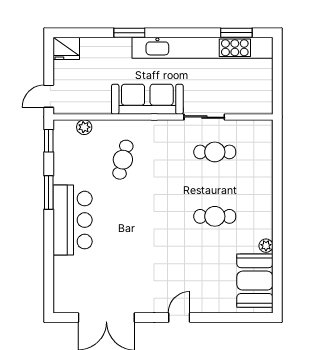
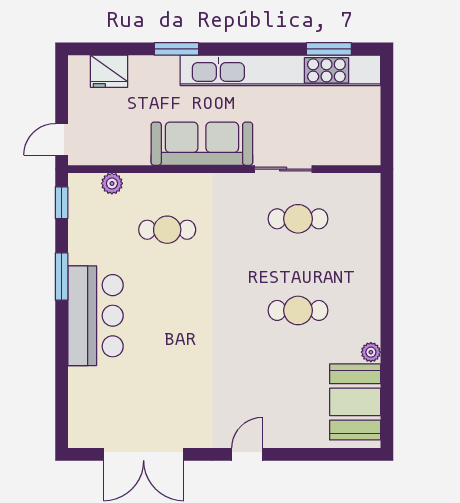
fridge: (66, 48) -> (109, 71), moved
cafe table: (123, 160) -> (167, 230), turned 76

